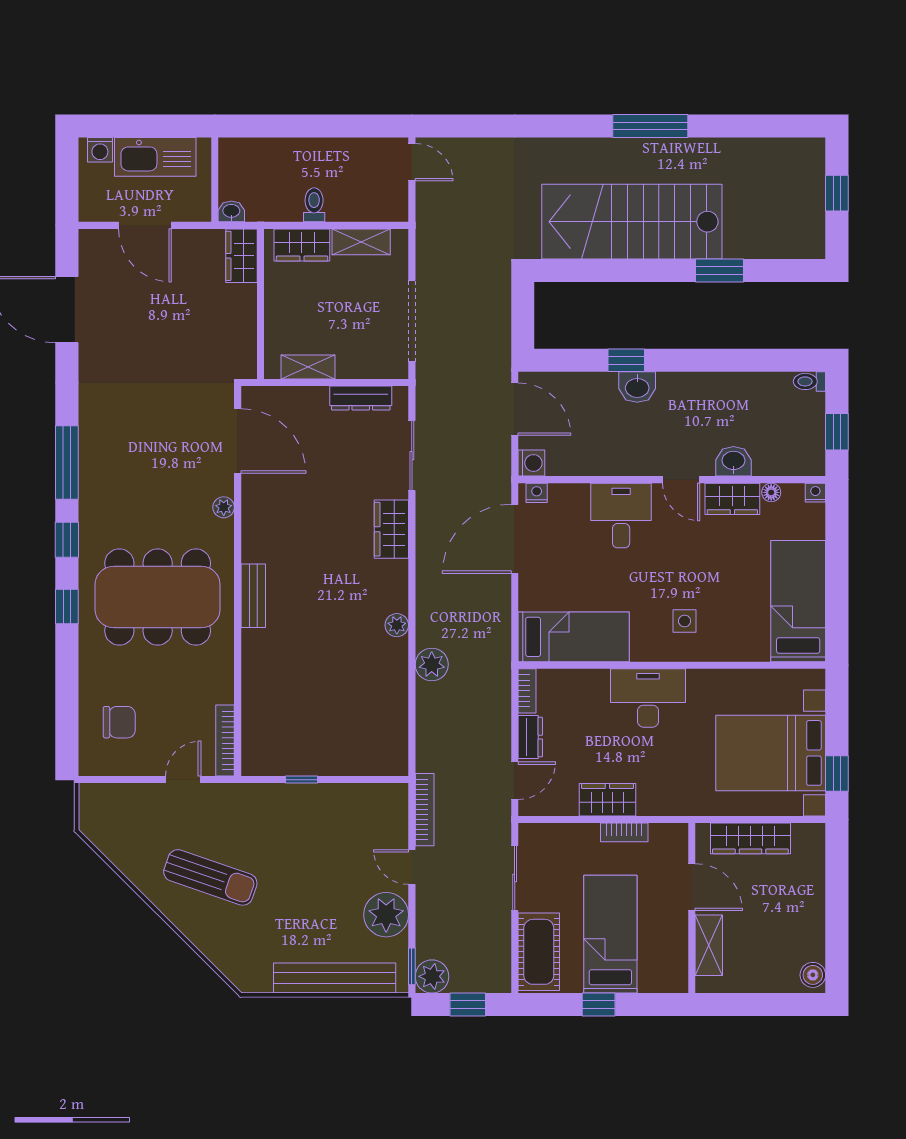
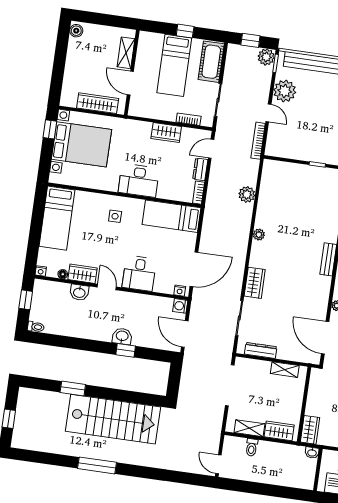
toilet: (314, 205) -> (252, 447), moved
plant: (432, 665) -> (247, 194), moved
bookcase: (624, 832) -> (189, 119), moved

